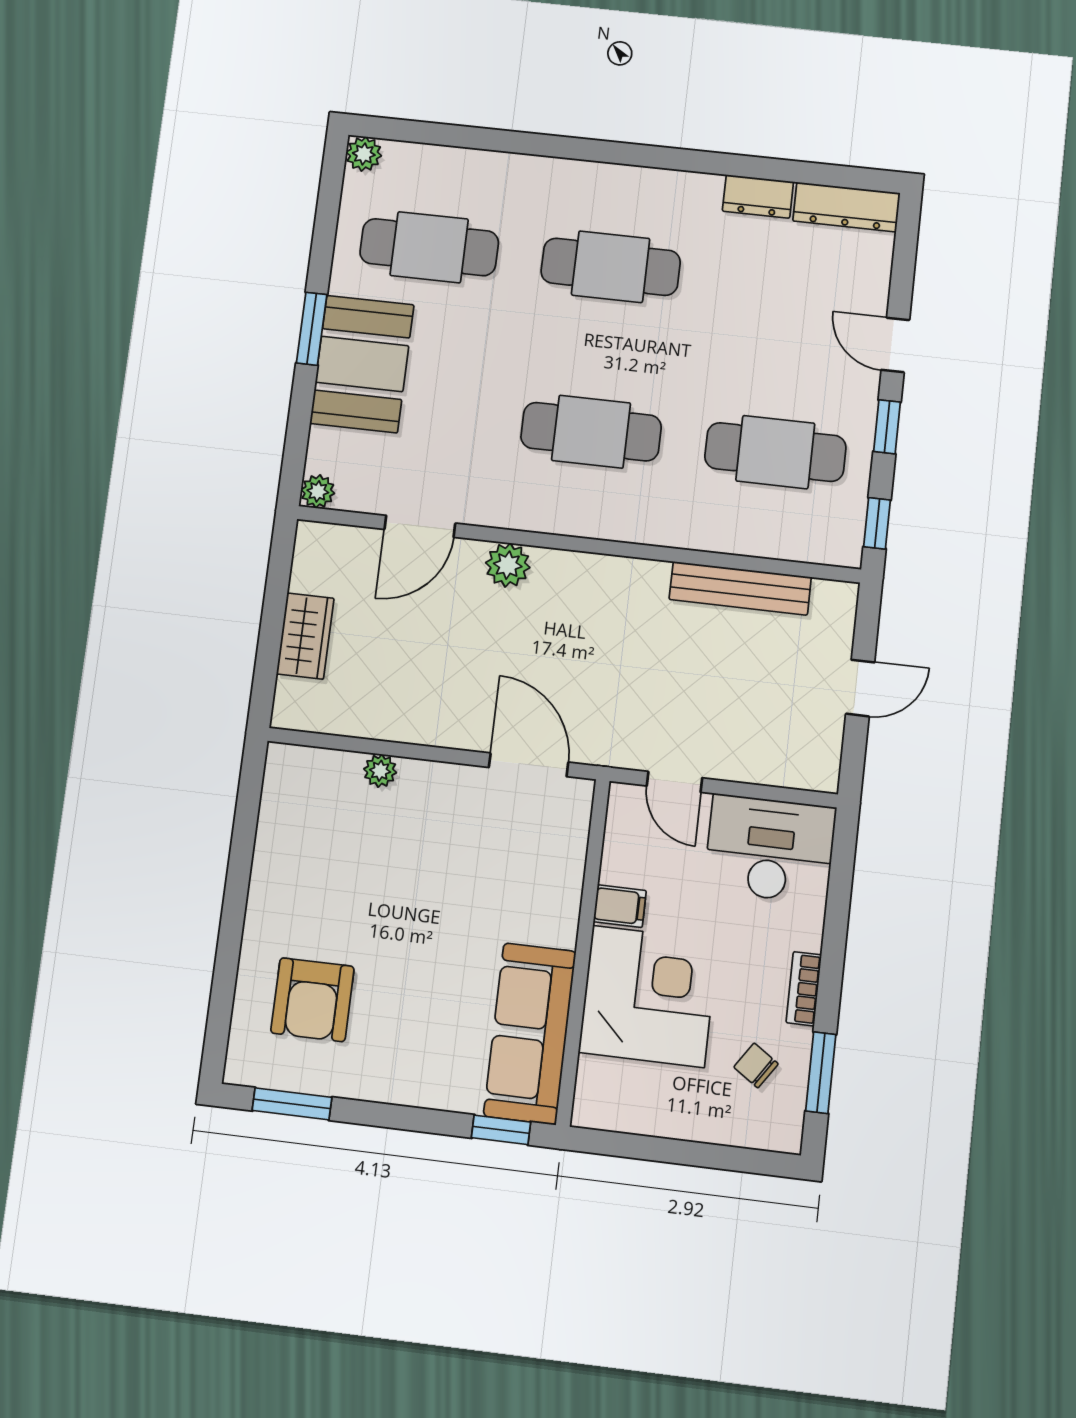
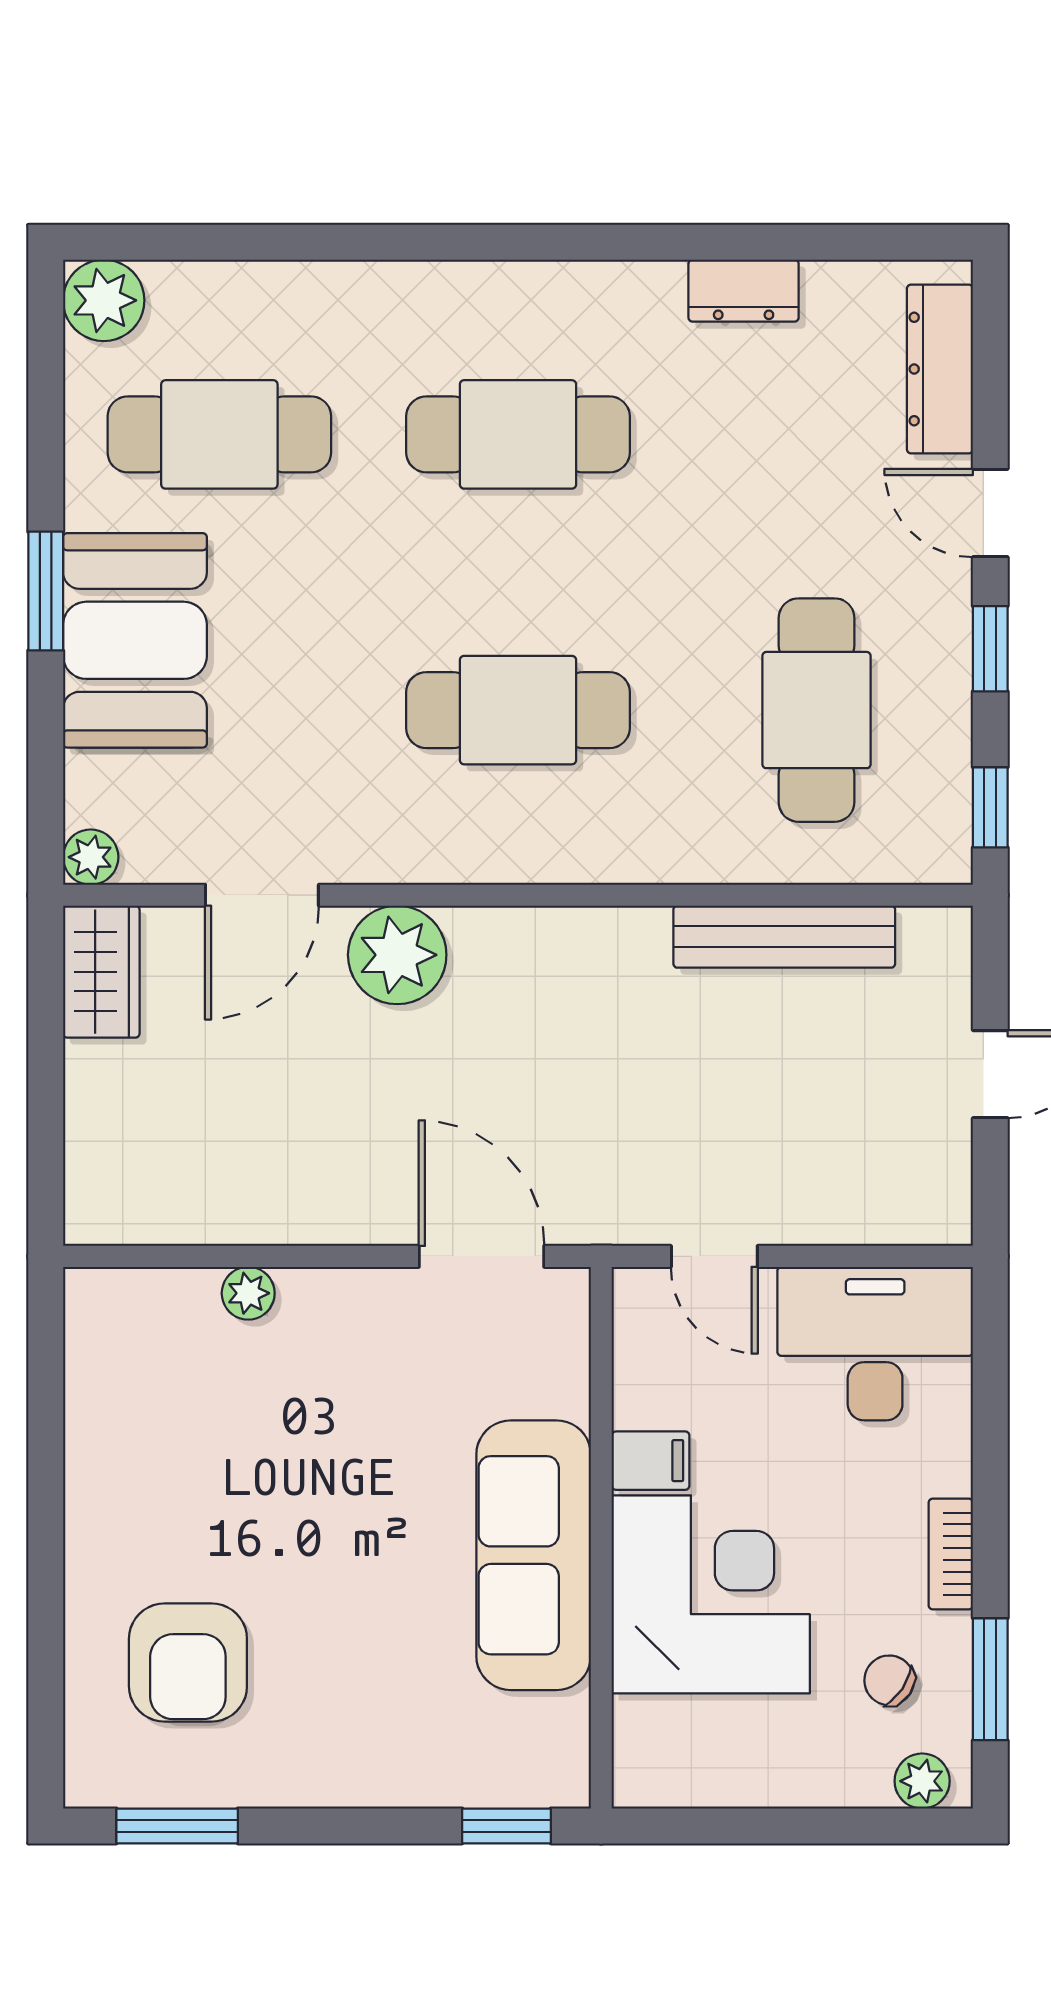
plant: (364, 154) -> (104, 300), width x1.38, depth x1.38
dresser: (846, 207) -> (940, 369), moved, turned 90
cafe table: (775, 452) -> (817, 710), turned 90
plant: (508, 565) -> (397, 955), width x1.36, depth x1.36
wardrobe: (305, 636) -> (101, 972), moved
sofa: (530, 1034) -> (534, 1555), moved
plant: (770, 1134) -> (922, 1781), added

